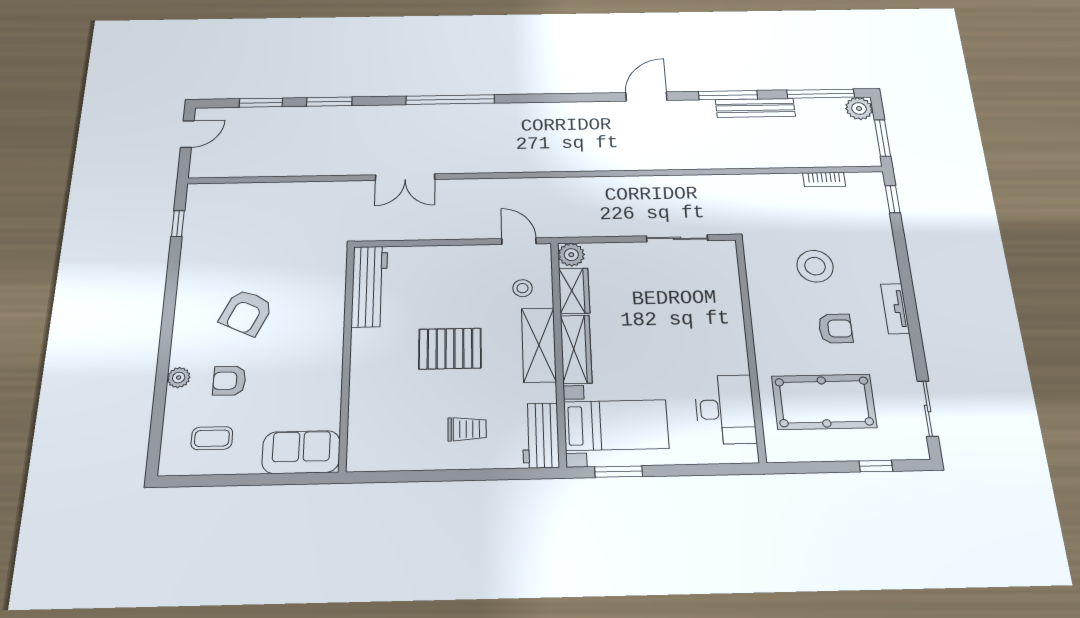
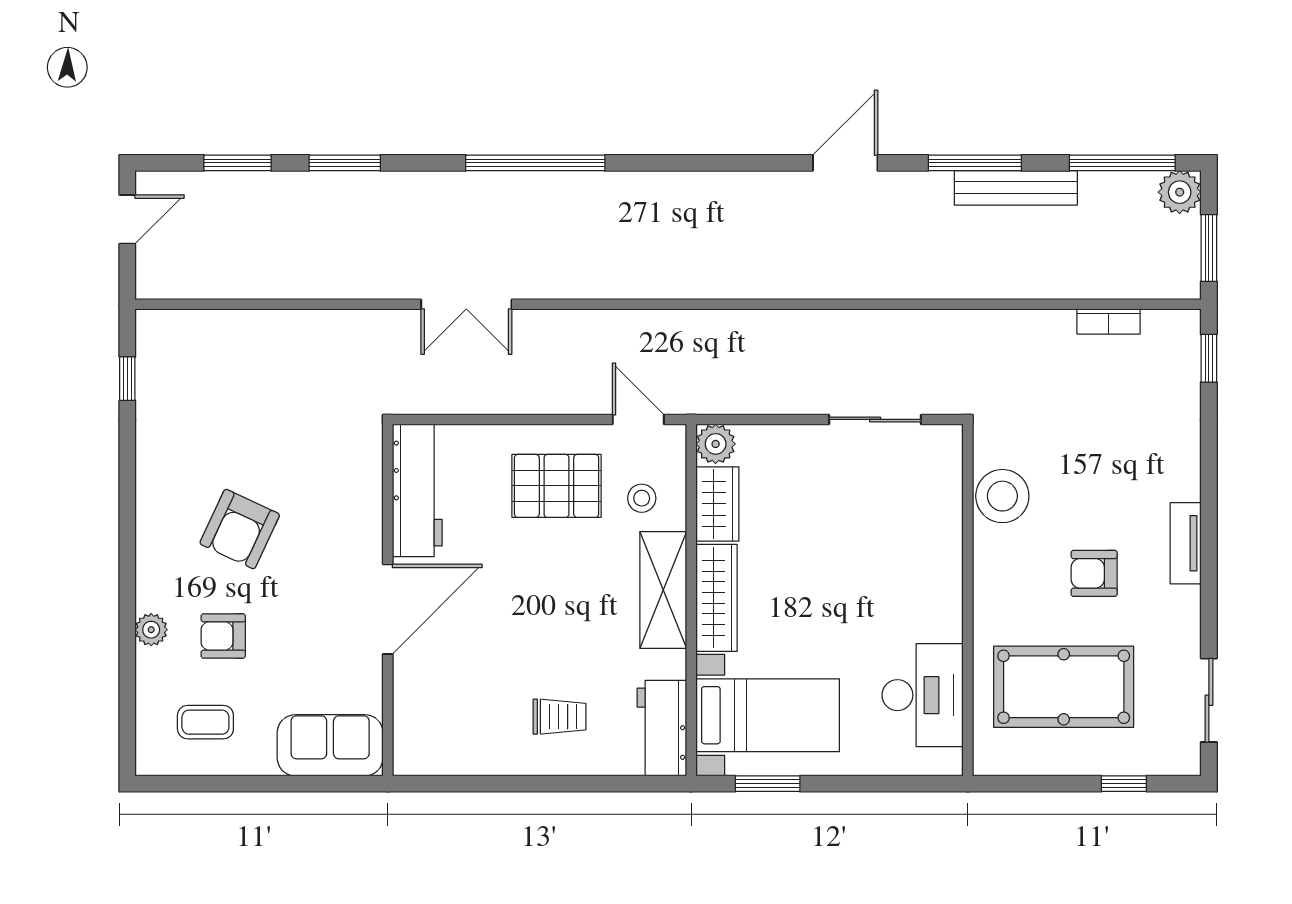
stool: (815, 266) -> (1002, 496), moved
armchair: (835, 329) -> (1094, 573), turned 180
pallet: (450, 349) -> (557, 486), moved
door: (346, 361) -> (388, 609), added

